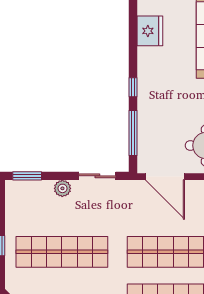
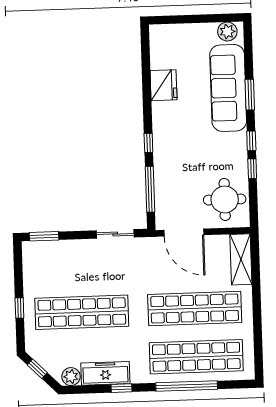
plant: (62, 188) -> (80, 248), removed

